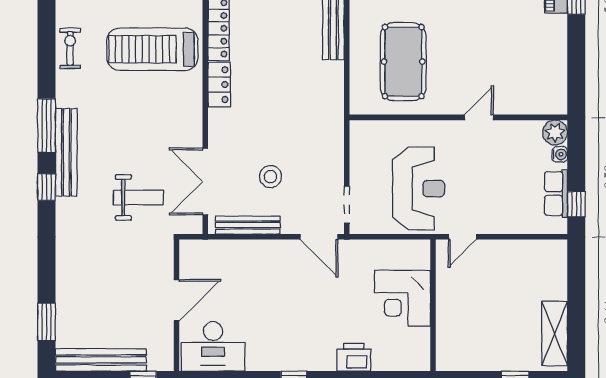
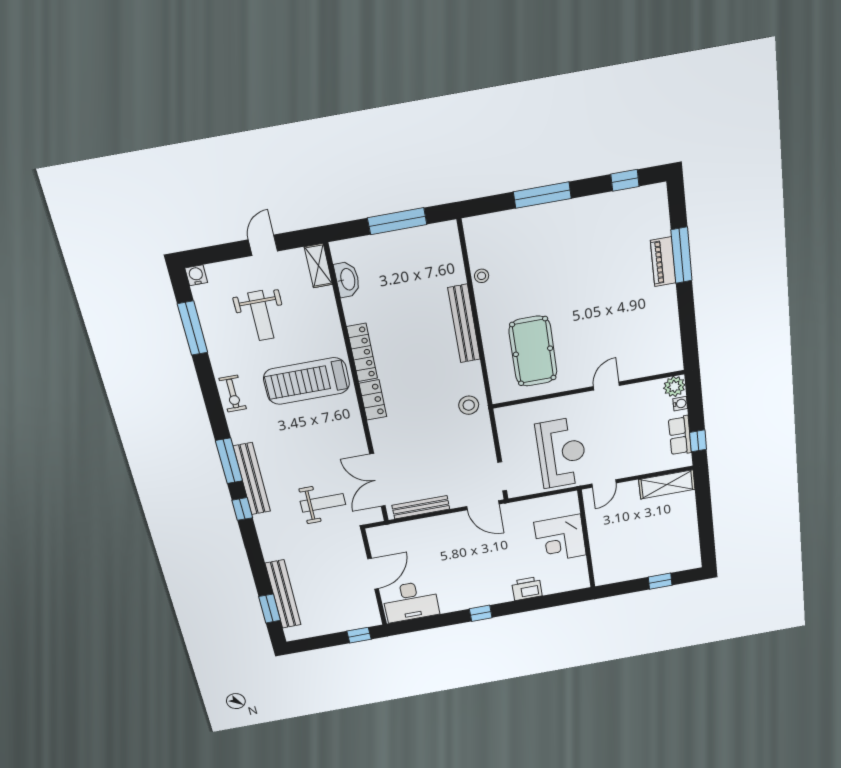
exercise bike: (70, 48) -> (233, 394), turned 180
stool: (270, 177) -> (469, 405), moved
shelving: (555, 334) -> (667, 484), moved, turned 90
bench: (101, 360) -> (283, 594), moved, turned 90

